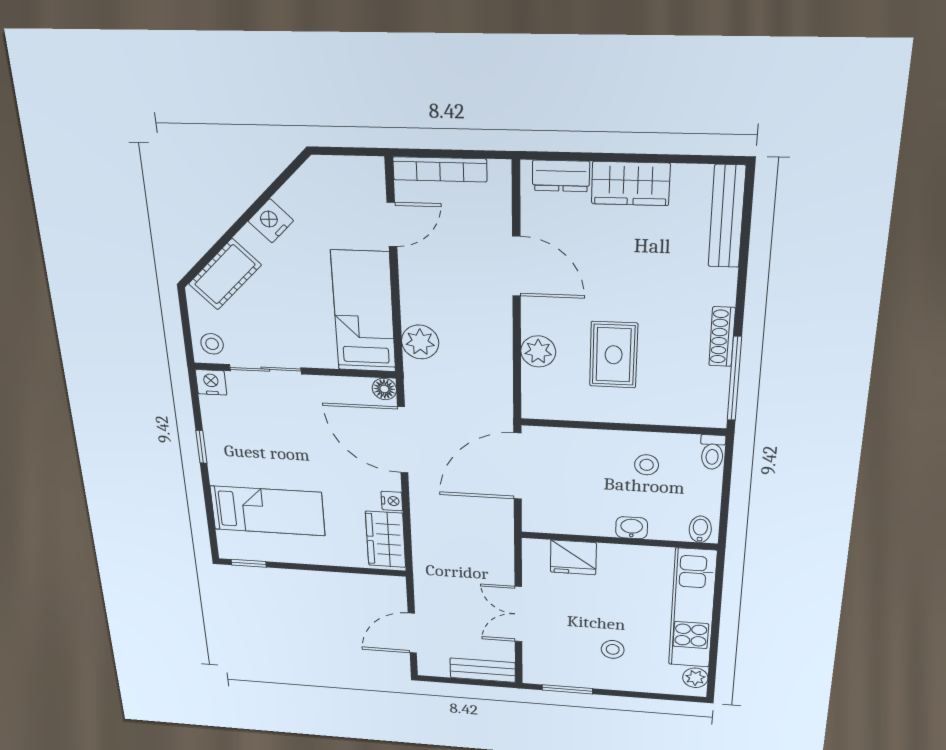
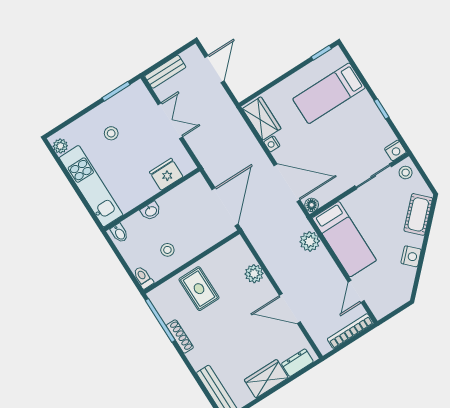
rug: (614, 355) -> (199, 289), moved

